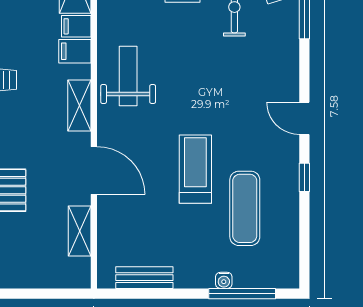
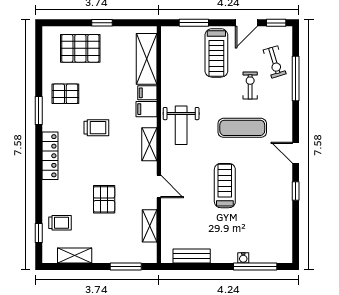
weight bench: (128, 76) -> (181, 125), turned 180
door: (94, 170) -> (159, 186), width x0.73
exercise mat: (245, 208) -> (242, 128), moved, turned 90
window: (43, 294) -> (126, 266), added

